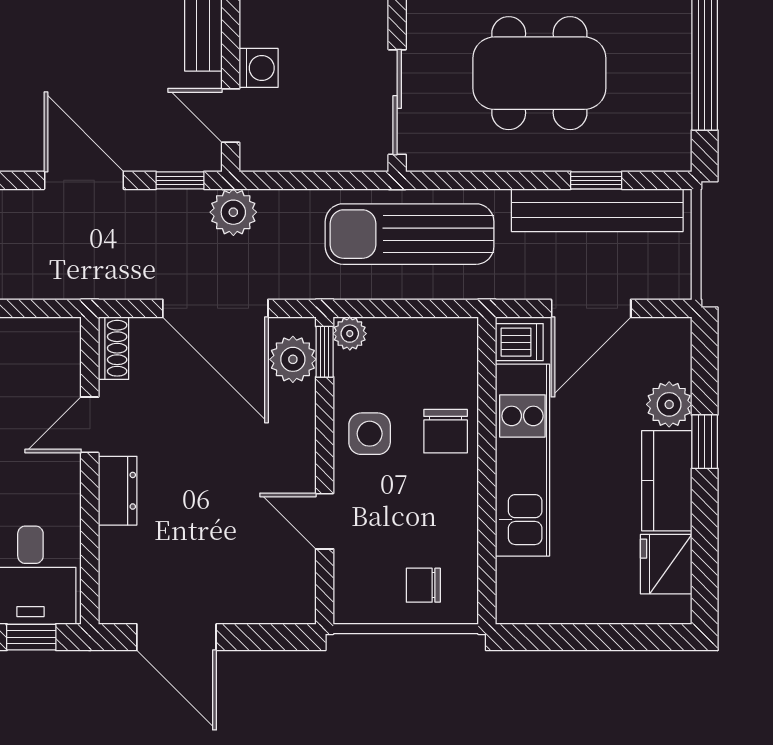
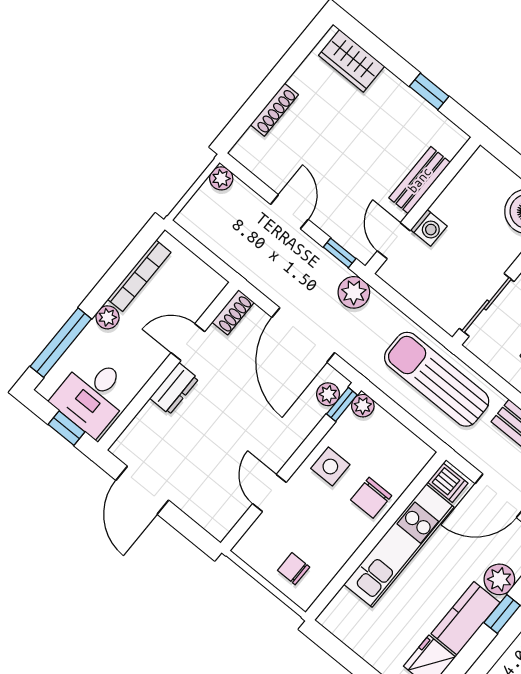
door: (84, 180) -> (289, 212), width x0.73
plant: (293, 359) -> (328, 394), width x0.73, depth x0.73

